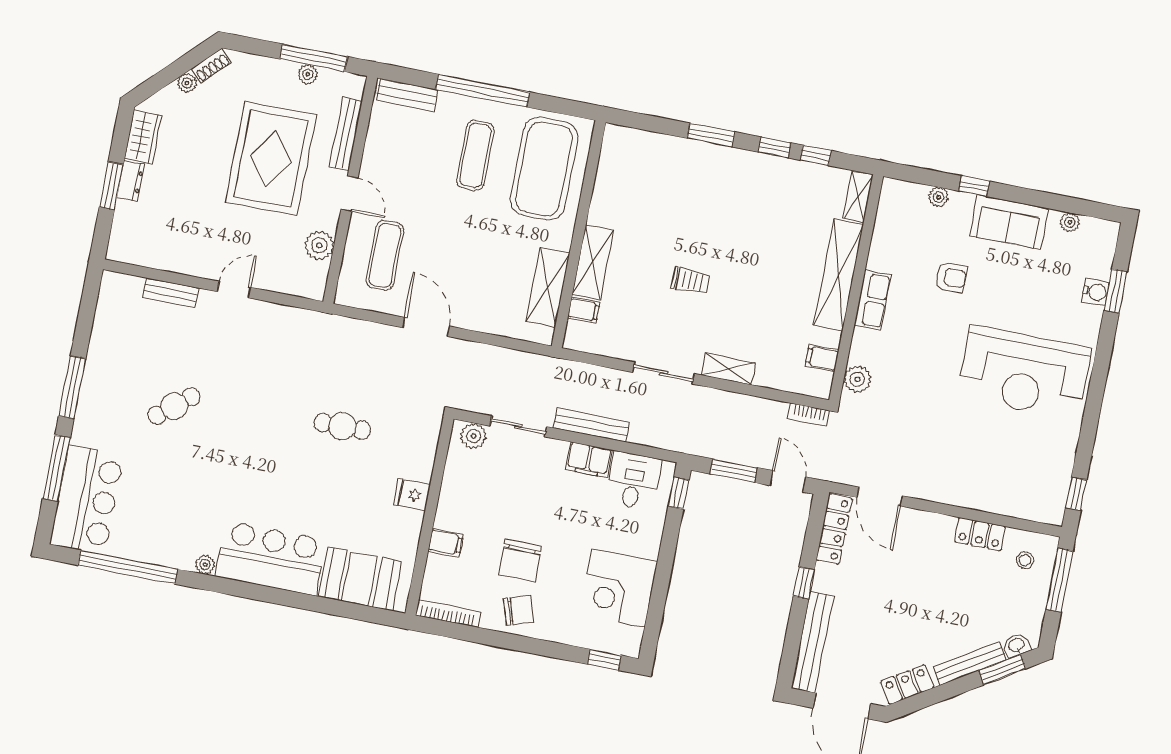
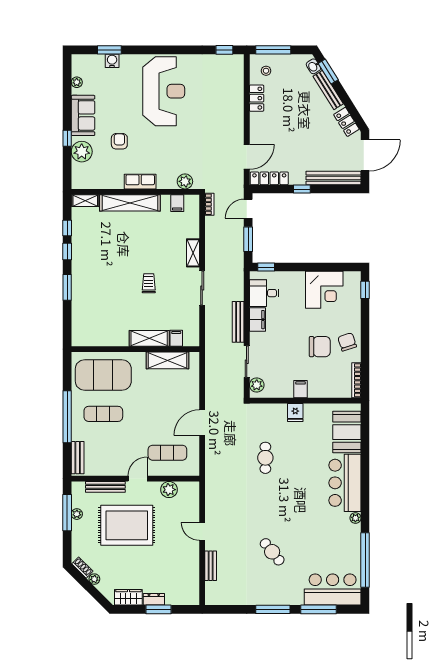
plant: (939, 197) -> (82, 152), width x1.88, depth x1.88
filing cabinet: (446, 543) -> (301, 389), moved

